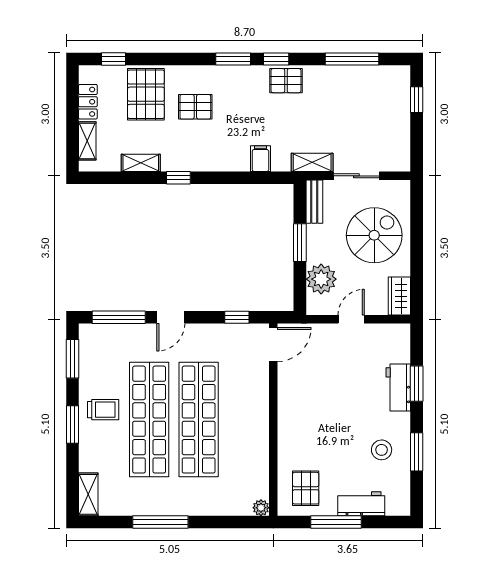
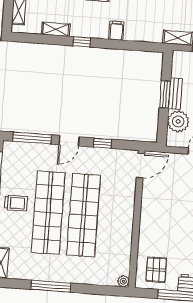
filing cabinet: (260, 159) -> (116, 31), moved
bench: (314, 202) -> (175, 94), moved
window: (237, 317) -> (103, 143), moved

